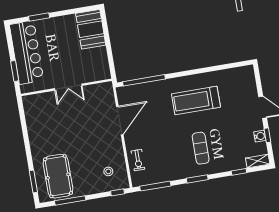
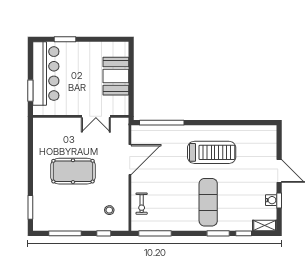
booth: (91, 29) -> (116, 76), moved
double door: (68, 87) -> (96, 116), moved
treadmill: (196, 100) -> (212, 152), turned 180
exercise mat: (201, 148) -> (208, 202), width x1.36, depth x1.45
pool table: (58, 176) -> (73, 171), moved, turned 90
window: (197, 179) -> (218, 233), moved
window: (117, 192) -> (104, 233), moved

